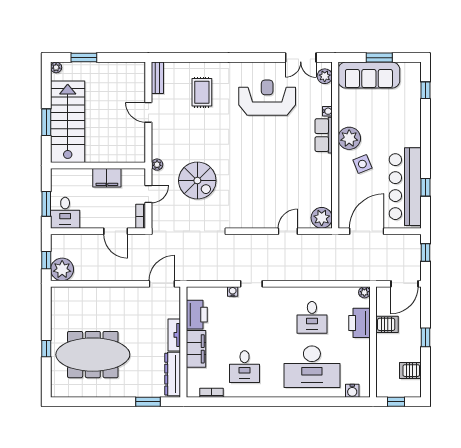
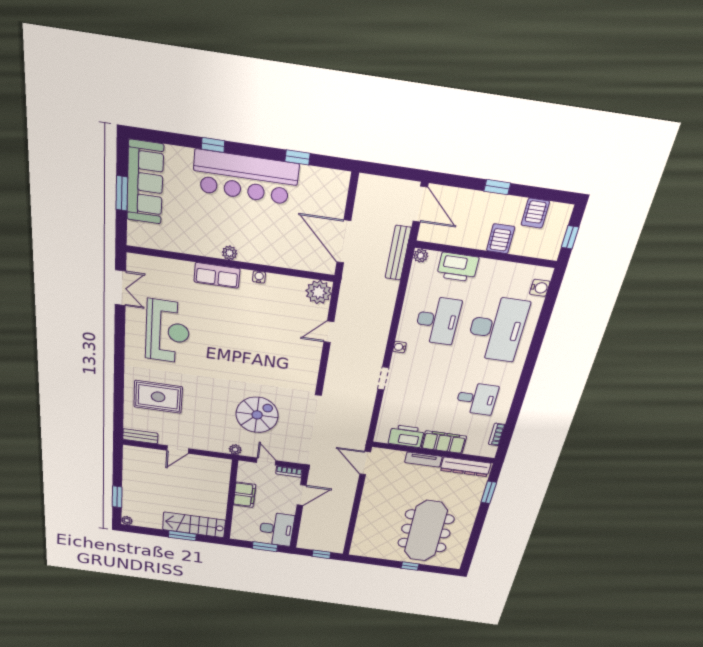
sofa: (369, 75) -> (145, 182), moved
plant: (325, 76) -> (144, 264), removed
window: (426, 90) -> (213, 145), moved
rug: (202, 92) -> (158, 397), width x1.36, depth x1.43
reception desk: (267, 98) -> (168, 331), turned 180
water cooler: (327, 111) -> (259, 277), moved
stairs: (68, 122) -> (194, 525), width x0.73, depth x0.66
plant: (349, 138) -> (230, 253), width x0.53, depth x0.53
side table: (362, 164) -> (258, 234), removed
bar counter: (405, 187) -> (245, 177), moved
desk: (65, 213) -> (277, 529), width x1.37
door: (288, 231) -> (329, 332), hinge flipped
window: (426, 252) -> (385, 170), removed
plant: (62, 269) -> (333, 543), removed
bench: (364, 275) -> (398, 253), added
water cooler: (233, 292) -> (399, 347), moved
desk: (312, 317) -> (438, 320), width x1.37
server rack: (387, 324) -> (501, 239), moved

